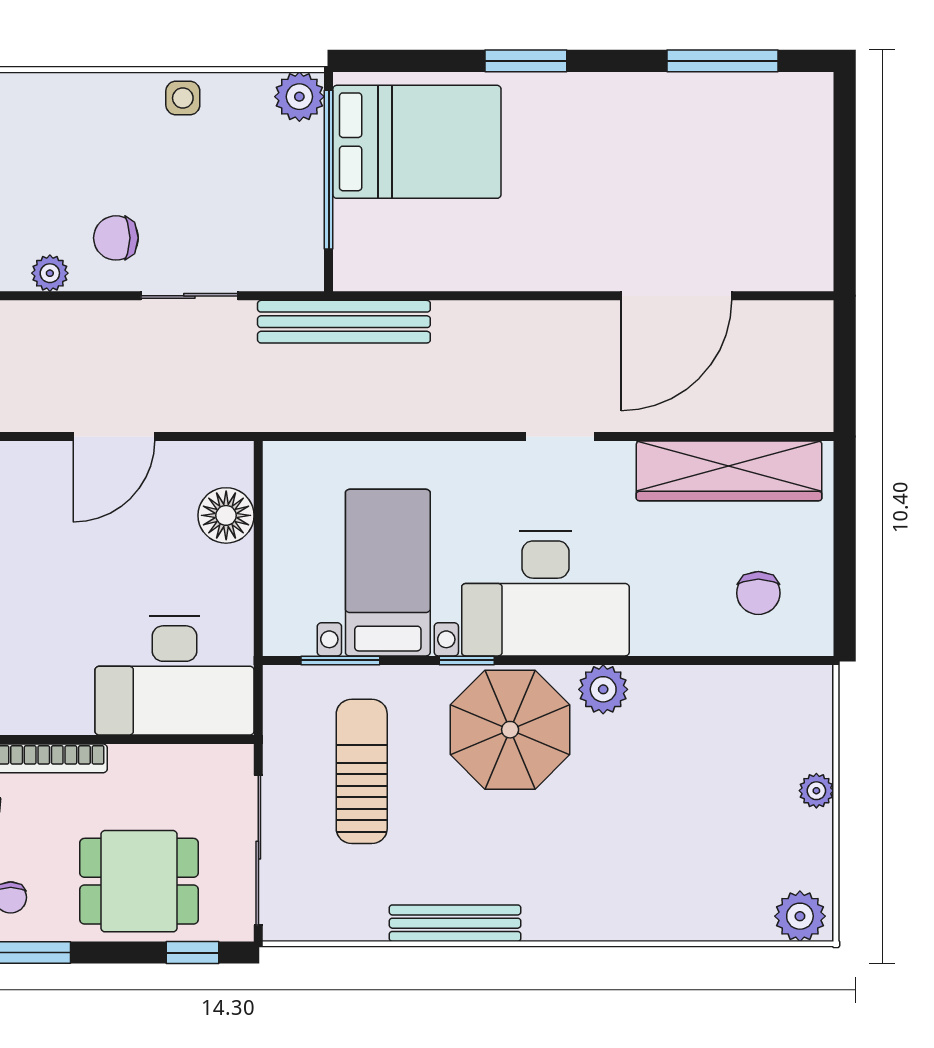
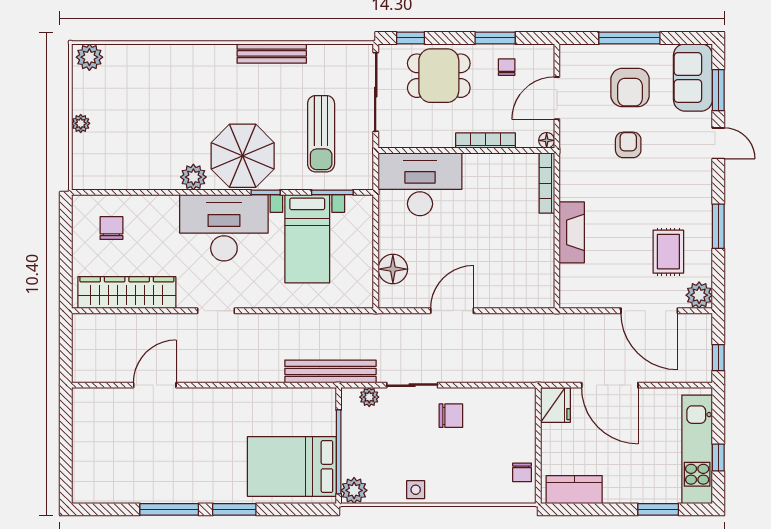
window: (722, 61) -> (169, 509), moved
plant: (50, 273) -> (369, 397), moved
door: (676, 296) -> (155, 385), width x0.73

